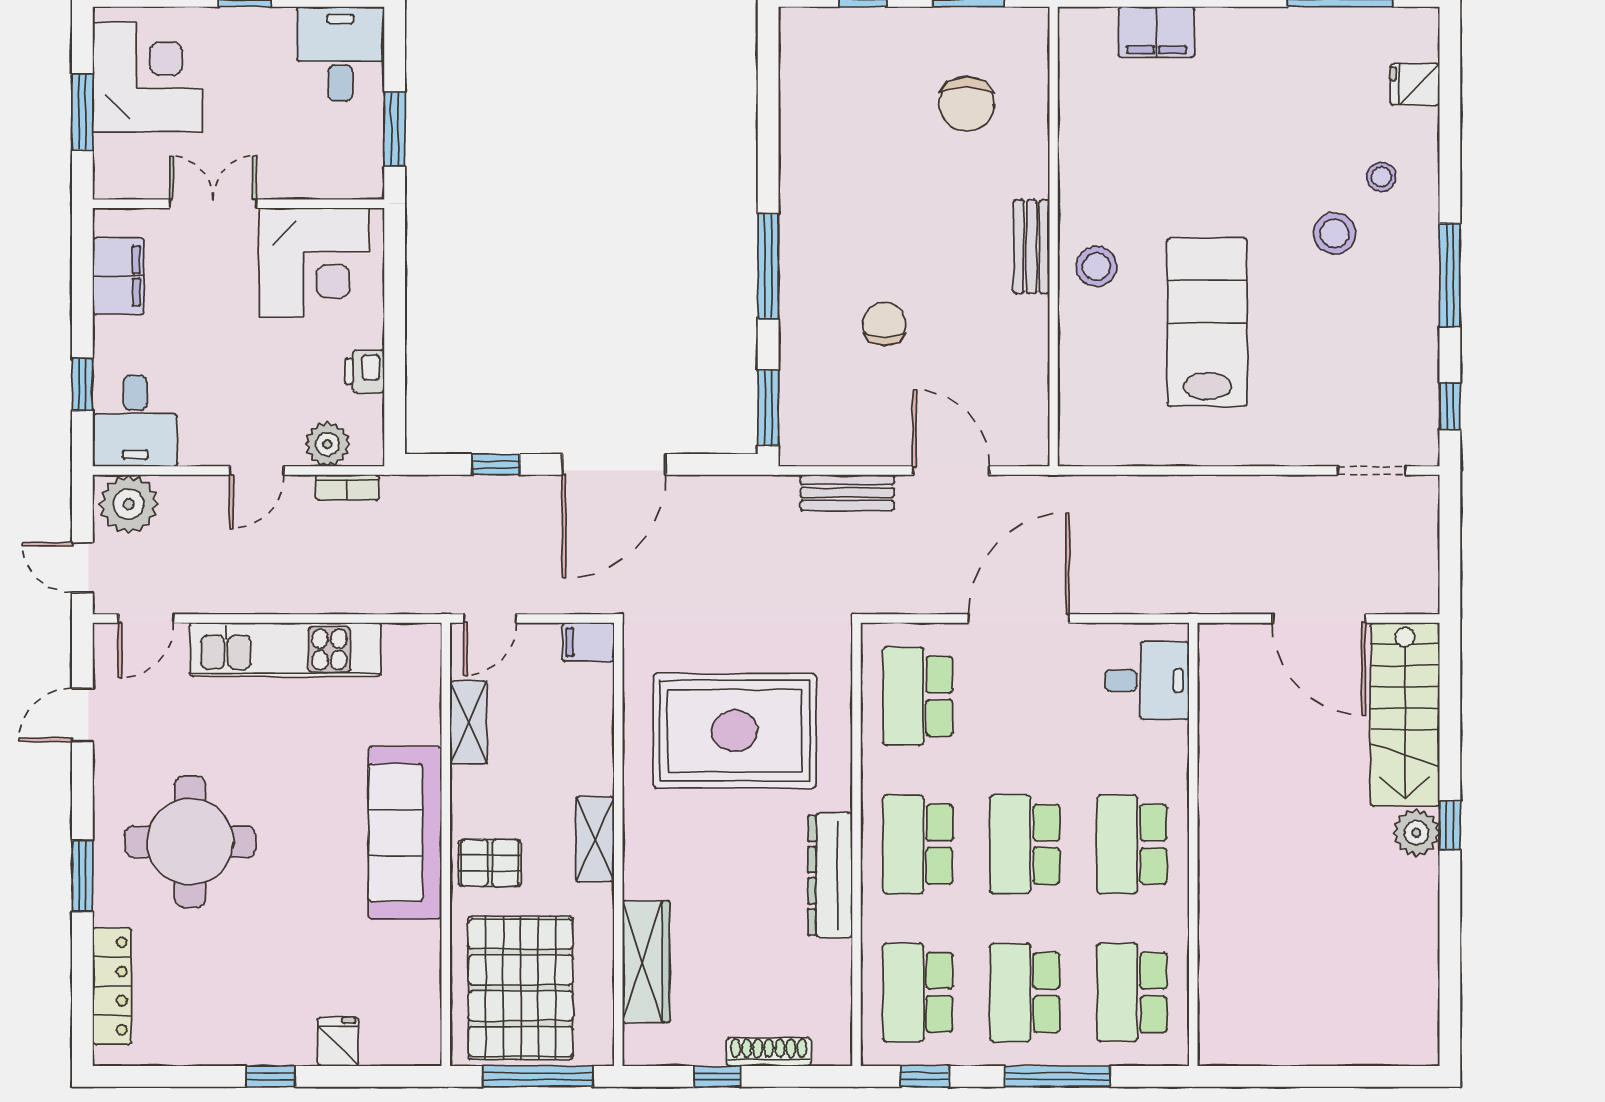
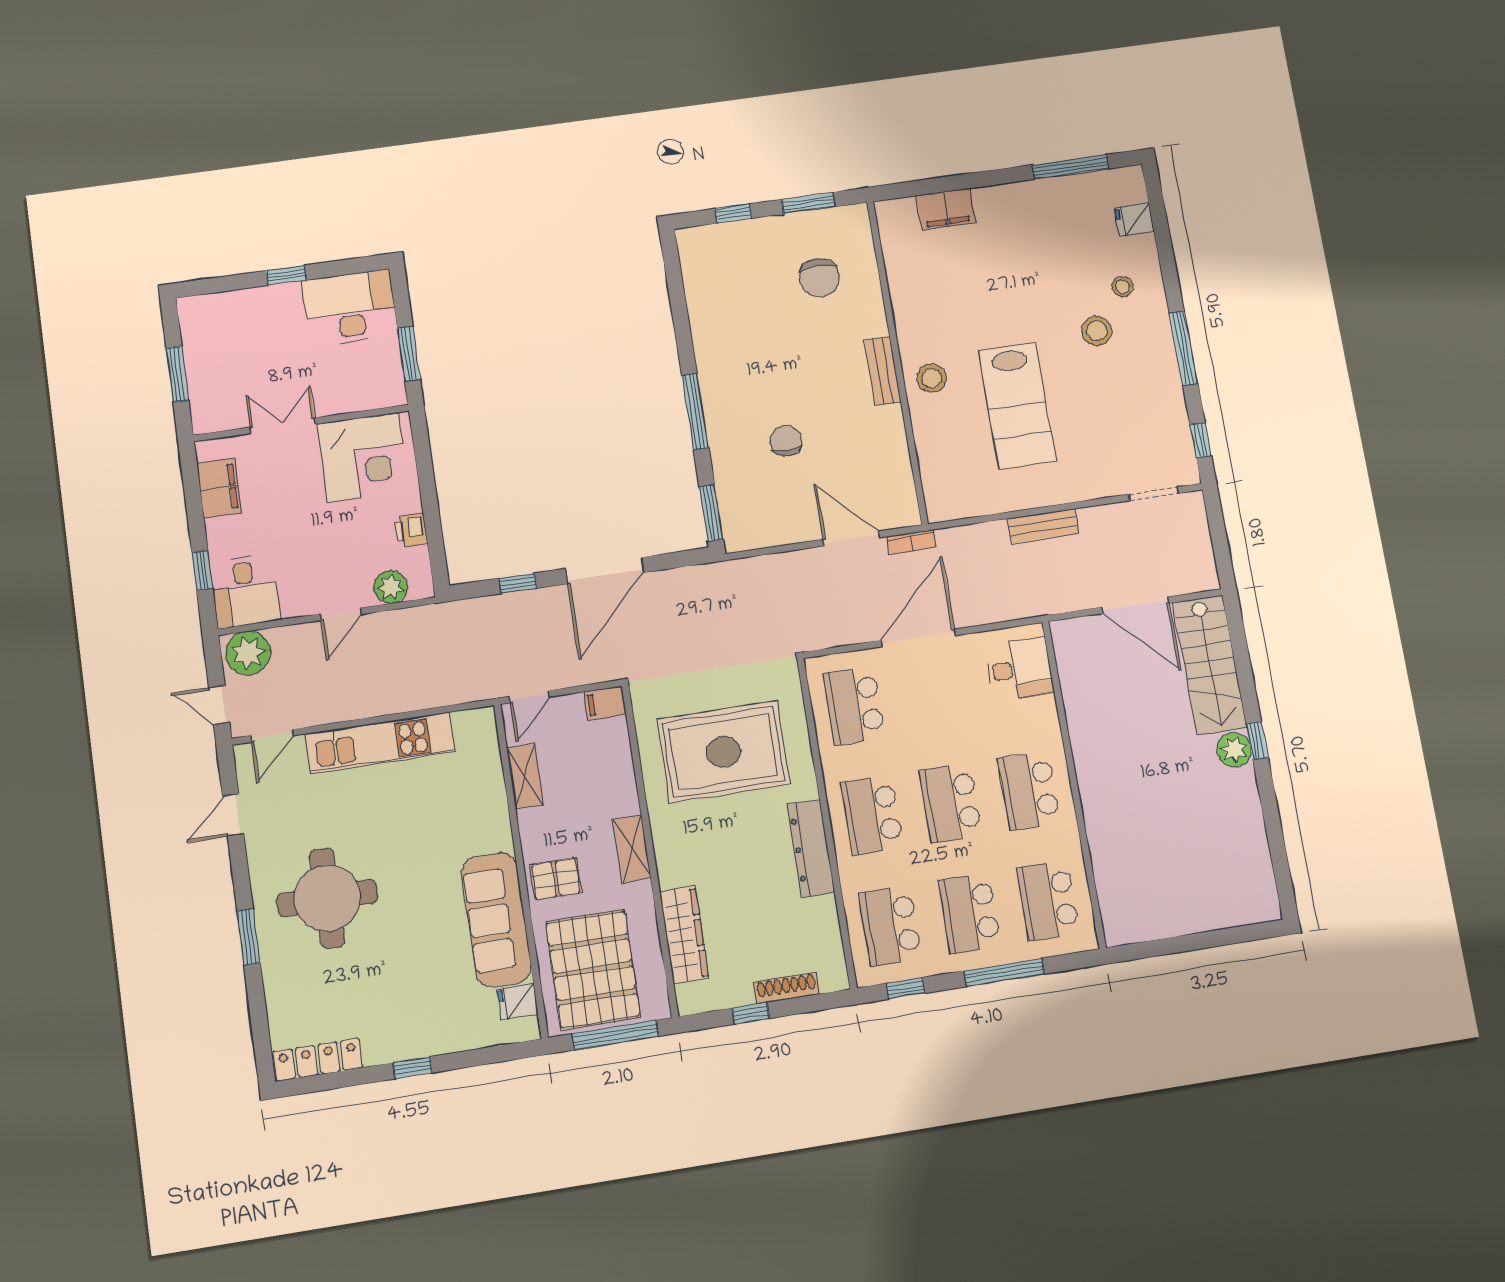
desk: (340, 54) -> (350, 308), width x1.37
corner desk: (147, 77) -> (222, 342), removed
lab bench: (1207, 322) -> (1017, 406), turned 180
bookcase: (347, 487) -> (911, 542), moved
bench: (847, 493) -> (1043, 526), moved
sofa: (405, 833) -> (496, 920), moved
locker: (112, 986) -> (318, 1060), moved, turned -90
fridge: (338, 1042) -> (518, 1002), moved, turned -90

